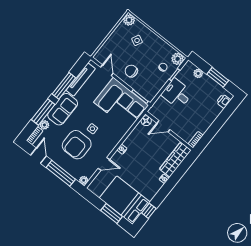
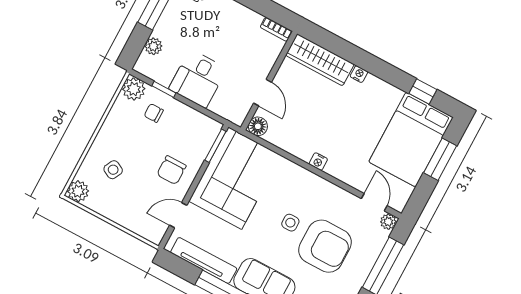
door: (104, 164) -> (374, 202), moved

